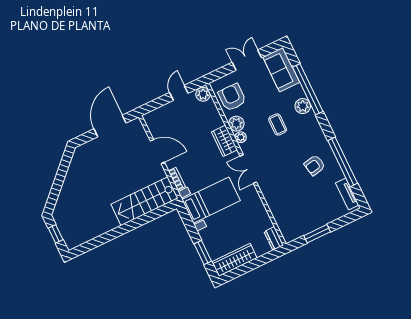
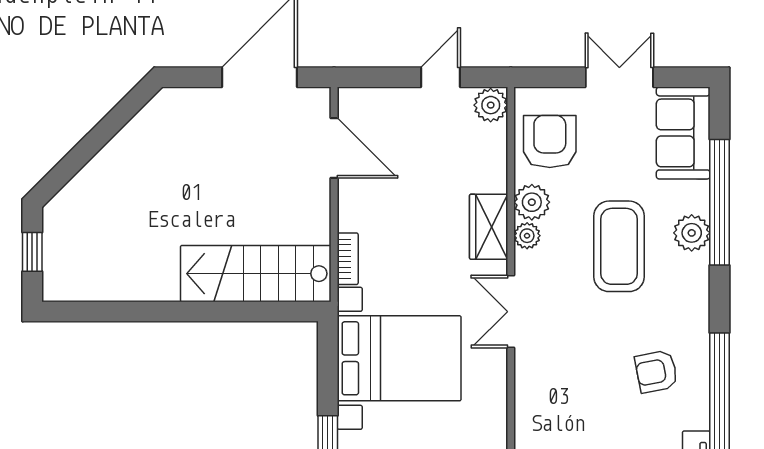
coffee table: (278, 124) -> (619, 246), width x1.86, depth x1.72
door: (157, 152) -> (334, 148), moved
bed with nightstands: (211, 200) -> (399, 358), width x1.36

